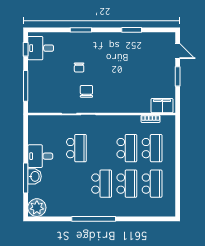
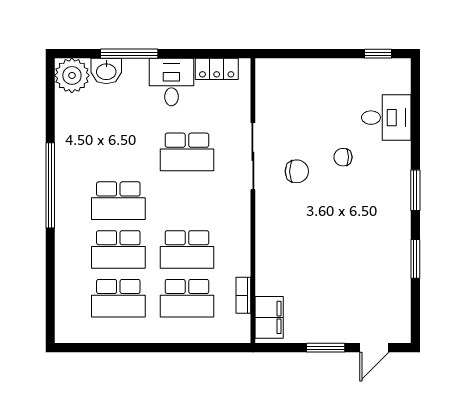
window: (81, 30) -> (415, 190), moved
desk: (41, 48) -> (386, 118), moved, turned 90
window: (26, 86) -> (307, 54), removed
locker: (33, 133) -> (217, 69), added
washbasin: (35, 176) -> (106, 71), moved

